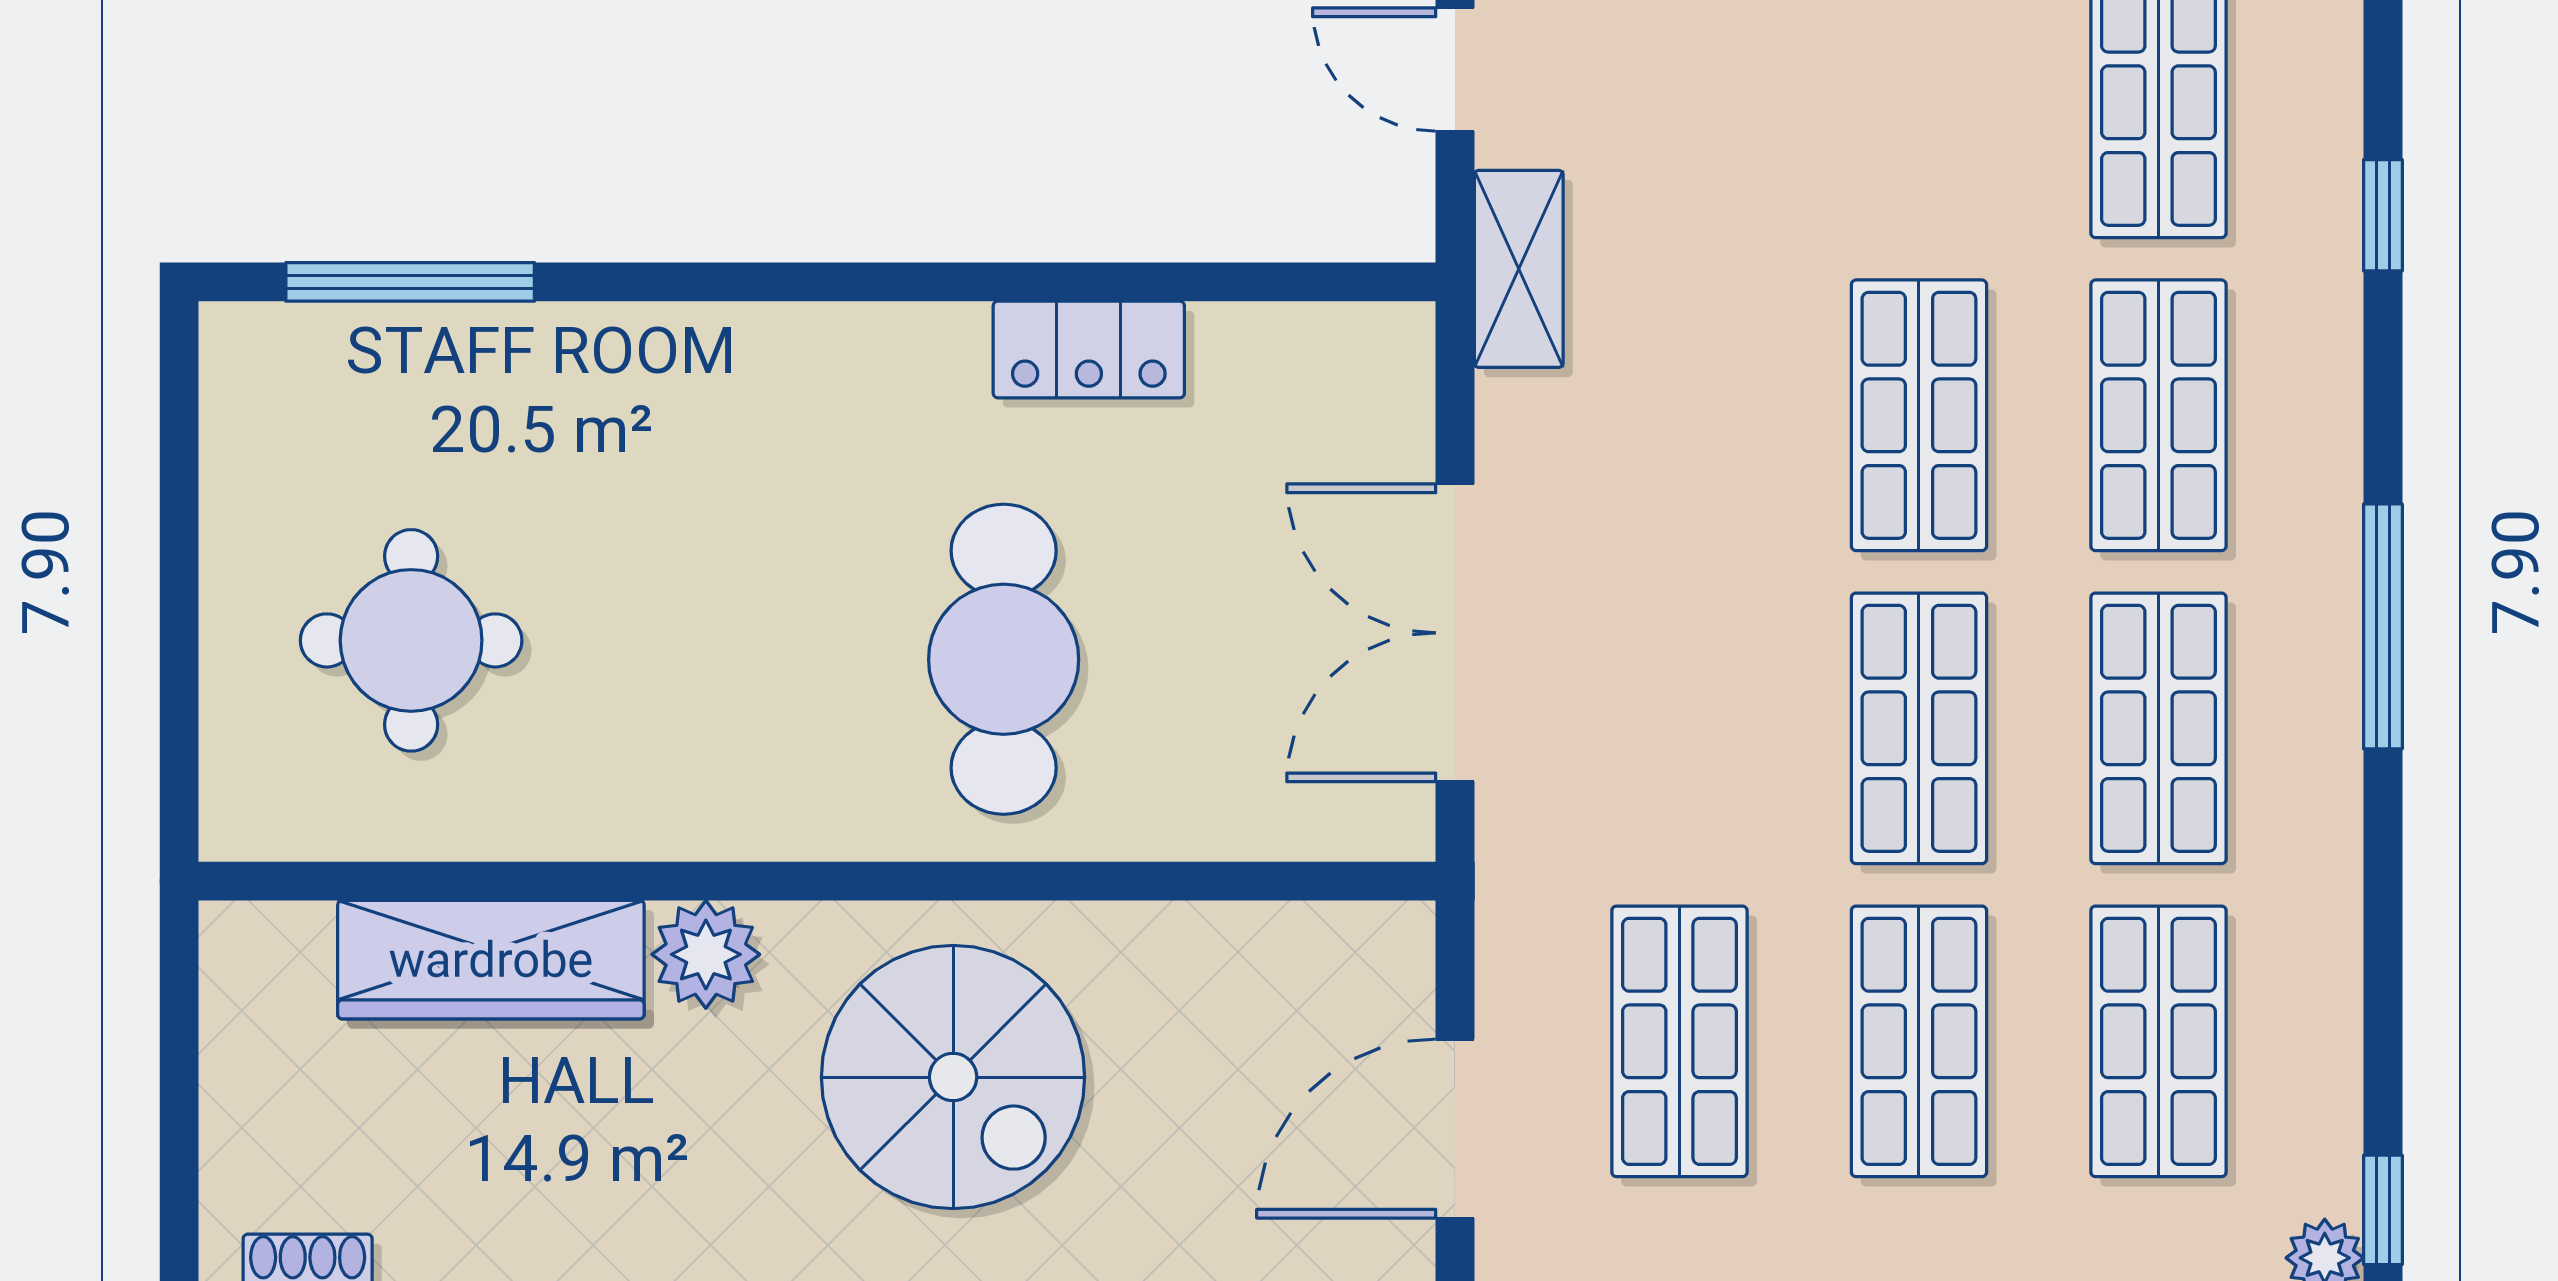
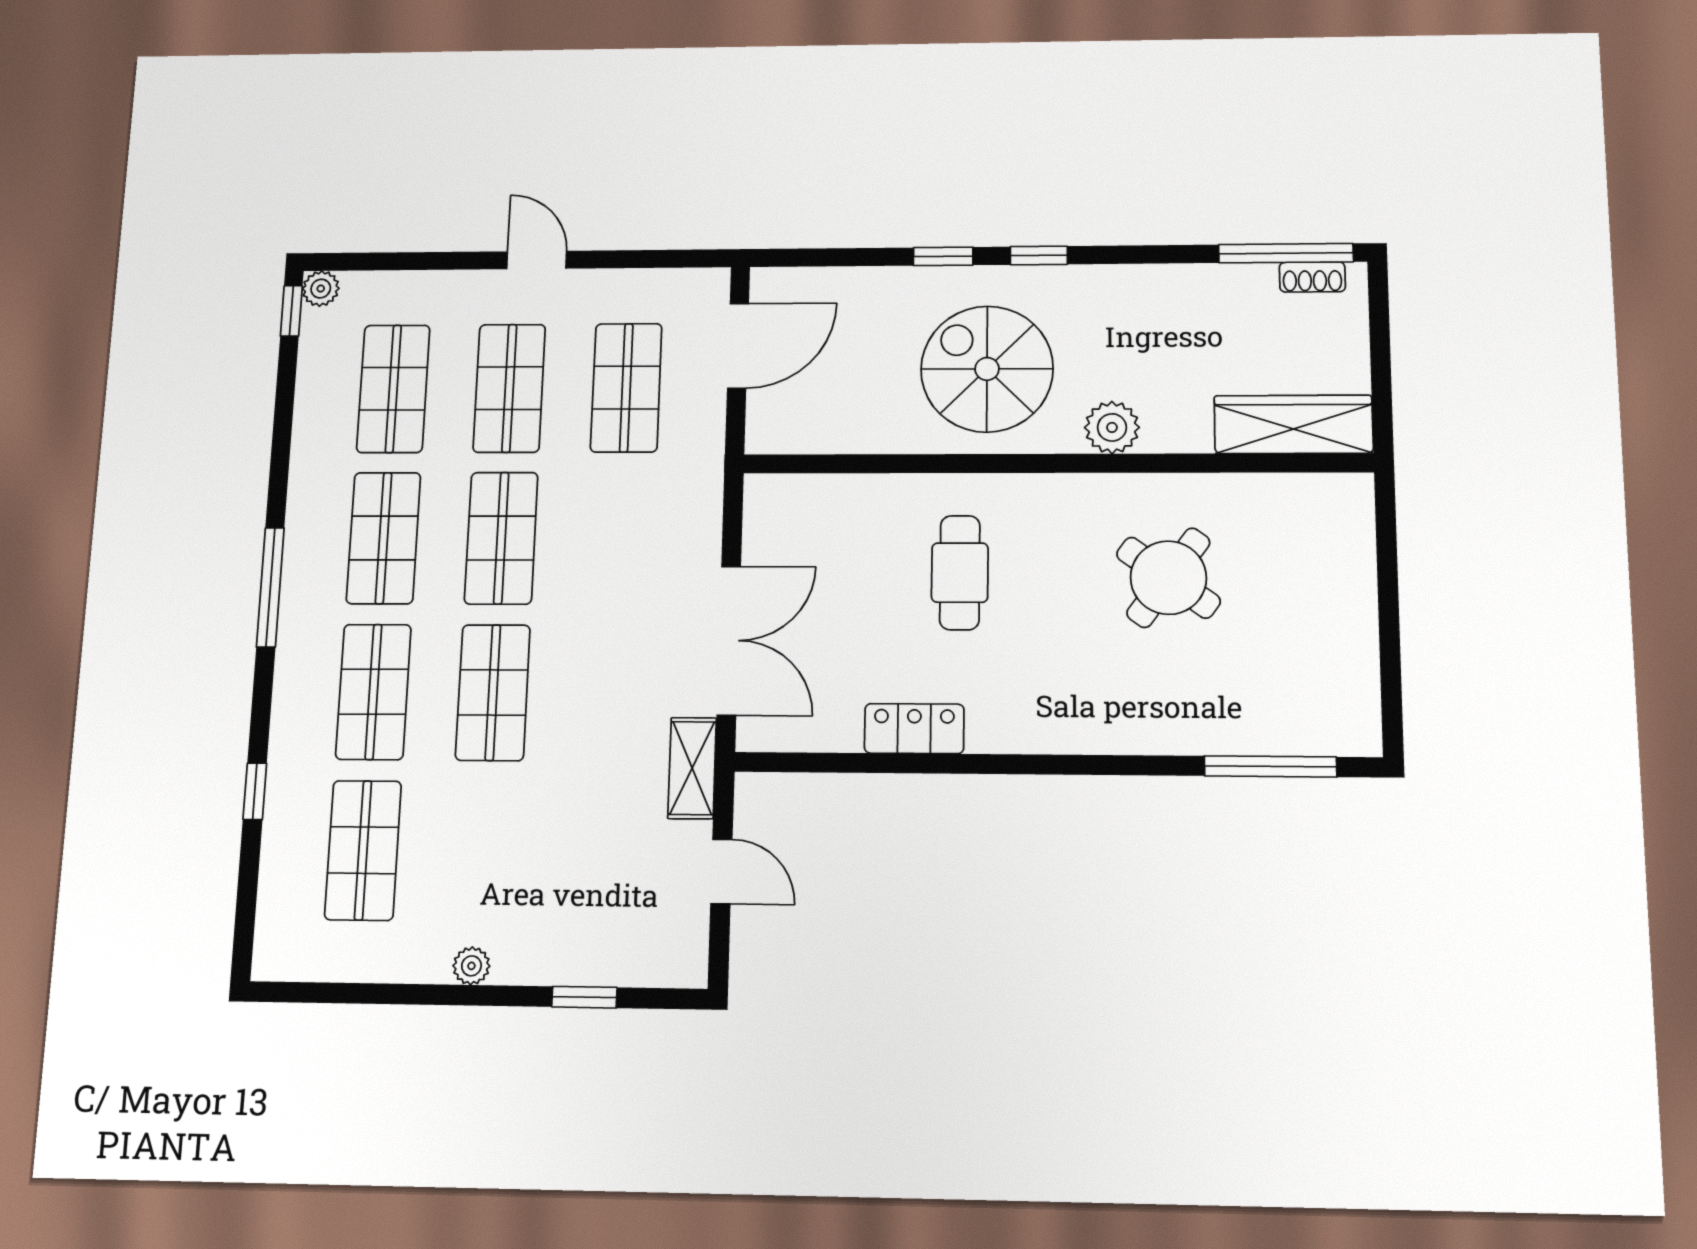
double door: (1455, 633) -> (729, 640), moved
round table: (411, 640) -> (1168, 578), moved, turned 36
cafe table: (1004, 659) -> (960, 573), width x0.73, depth x0.74
wardrobe: (491, 960) -> (1293, 424), moved

